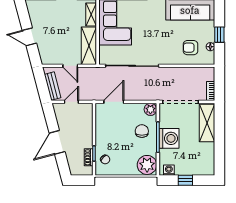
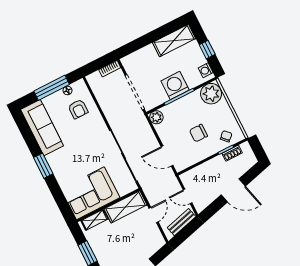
window: (219, 35) -> (52, 88), width x2.17
shelving: (207, 123) -> (174, 40), moved
chair: (142, 131) -> (198, 133), moved

